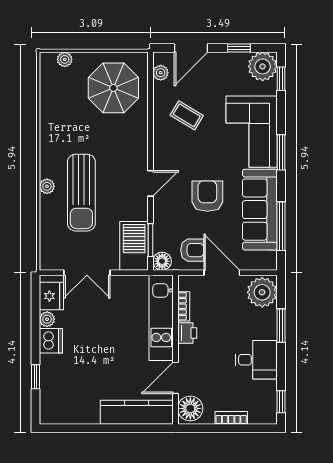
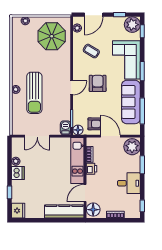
armchair: (207, 196) -> (98, 83), moved
barbecue: (134, 246) -> (65, 128), width x0.53, depth x0.65
fridge: (51, 296) -> (18, 211), moved

